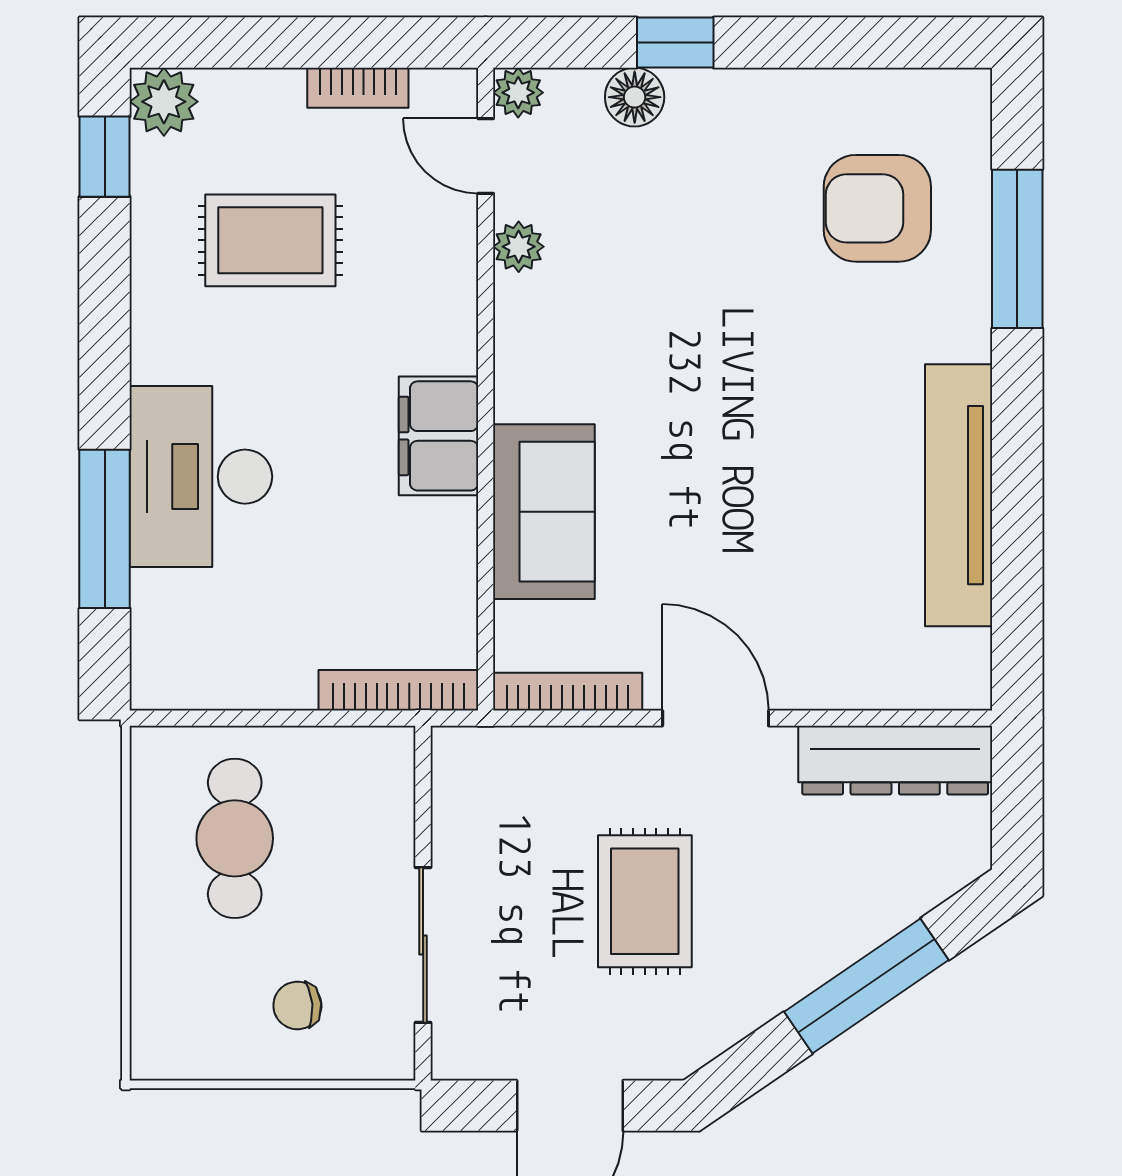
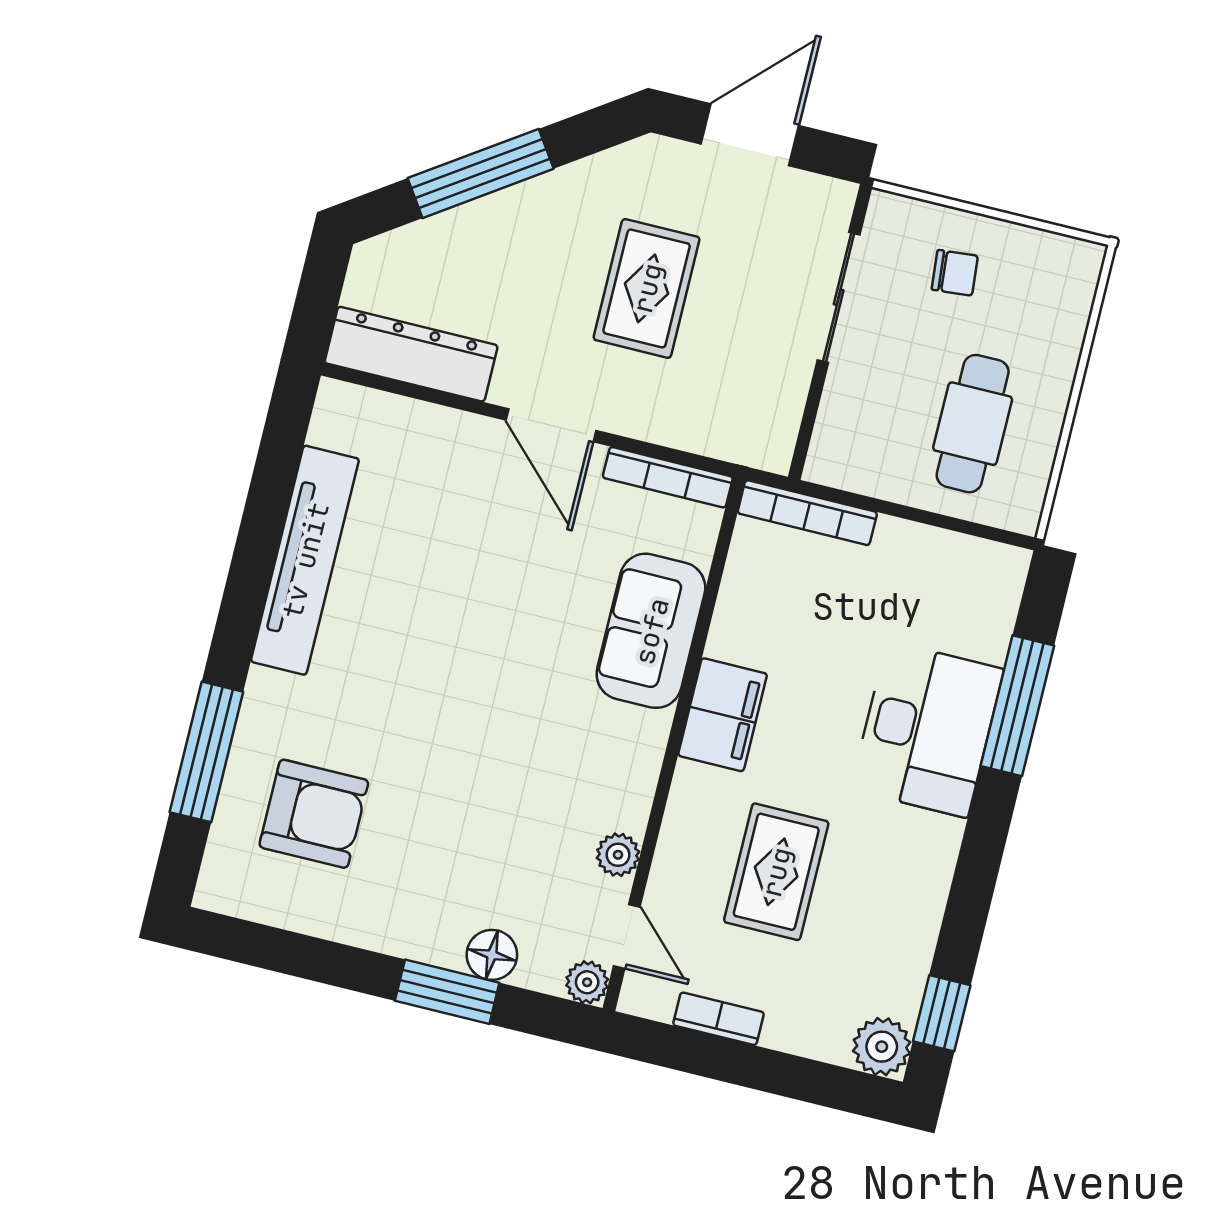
window: (675, 42) -> (447, 992), width x1.50
rug: (270, 240) -> (776, 872), moved, turned 90

